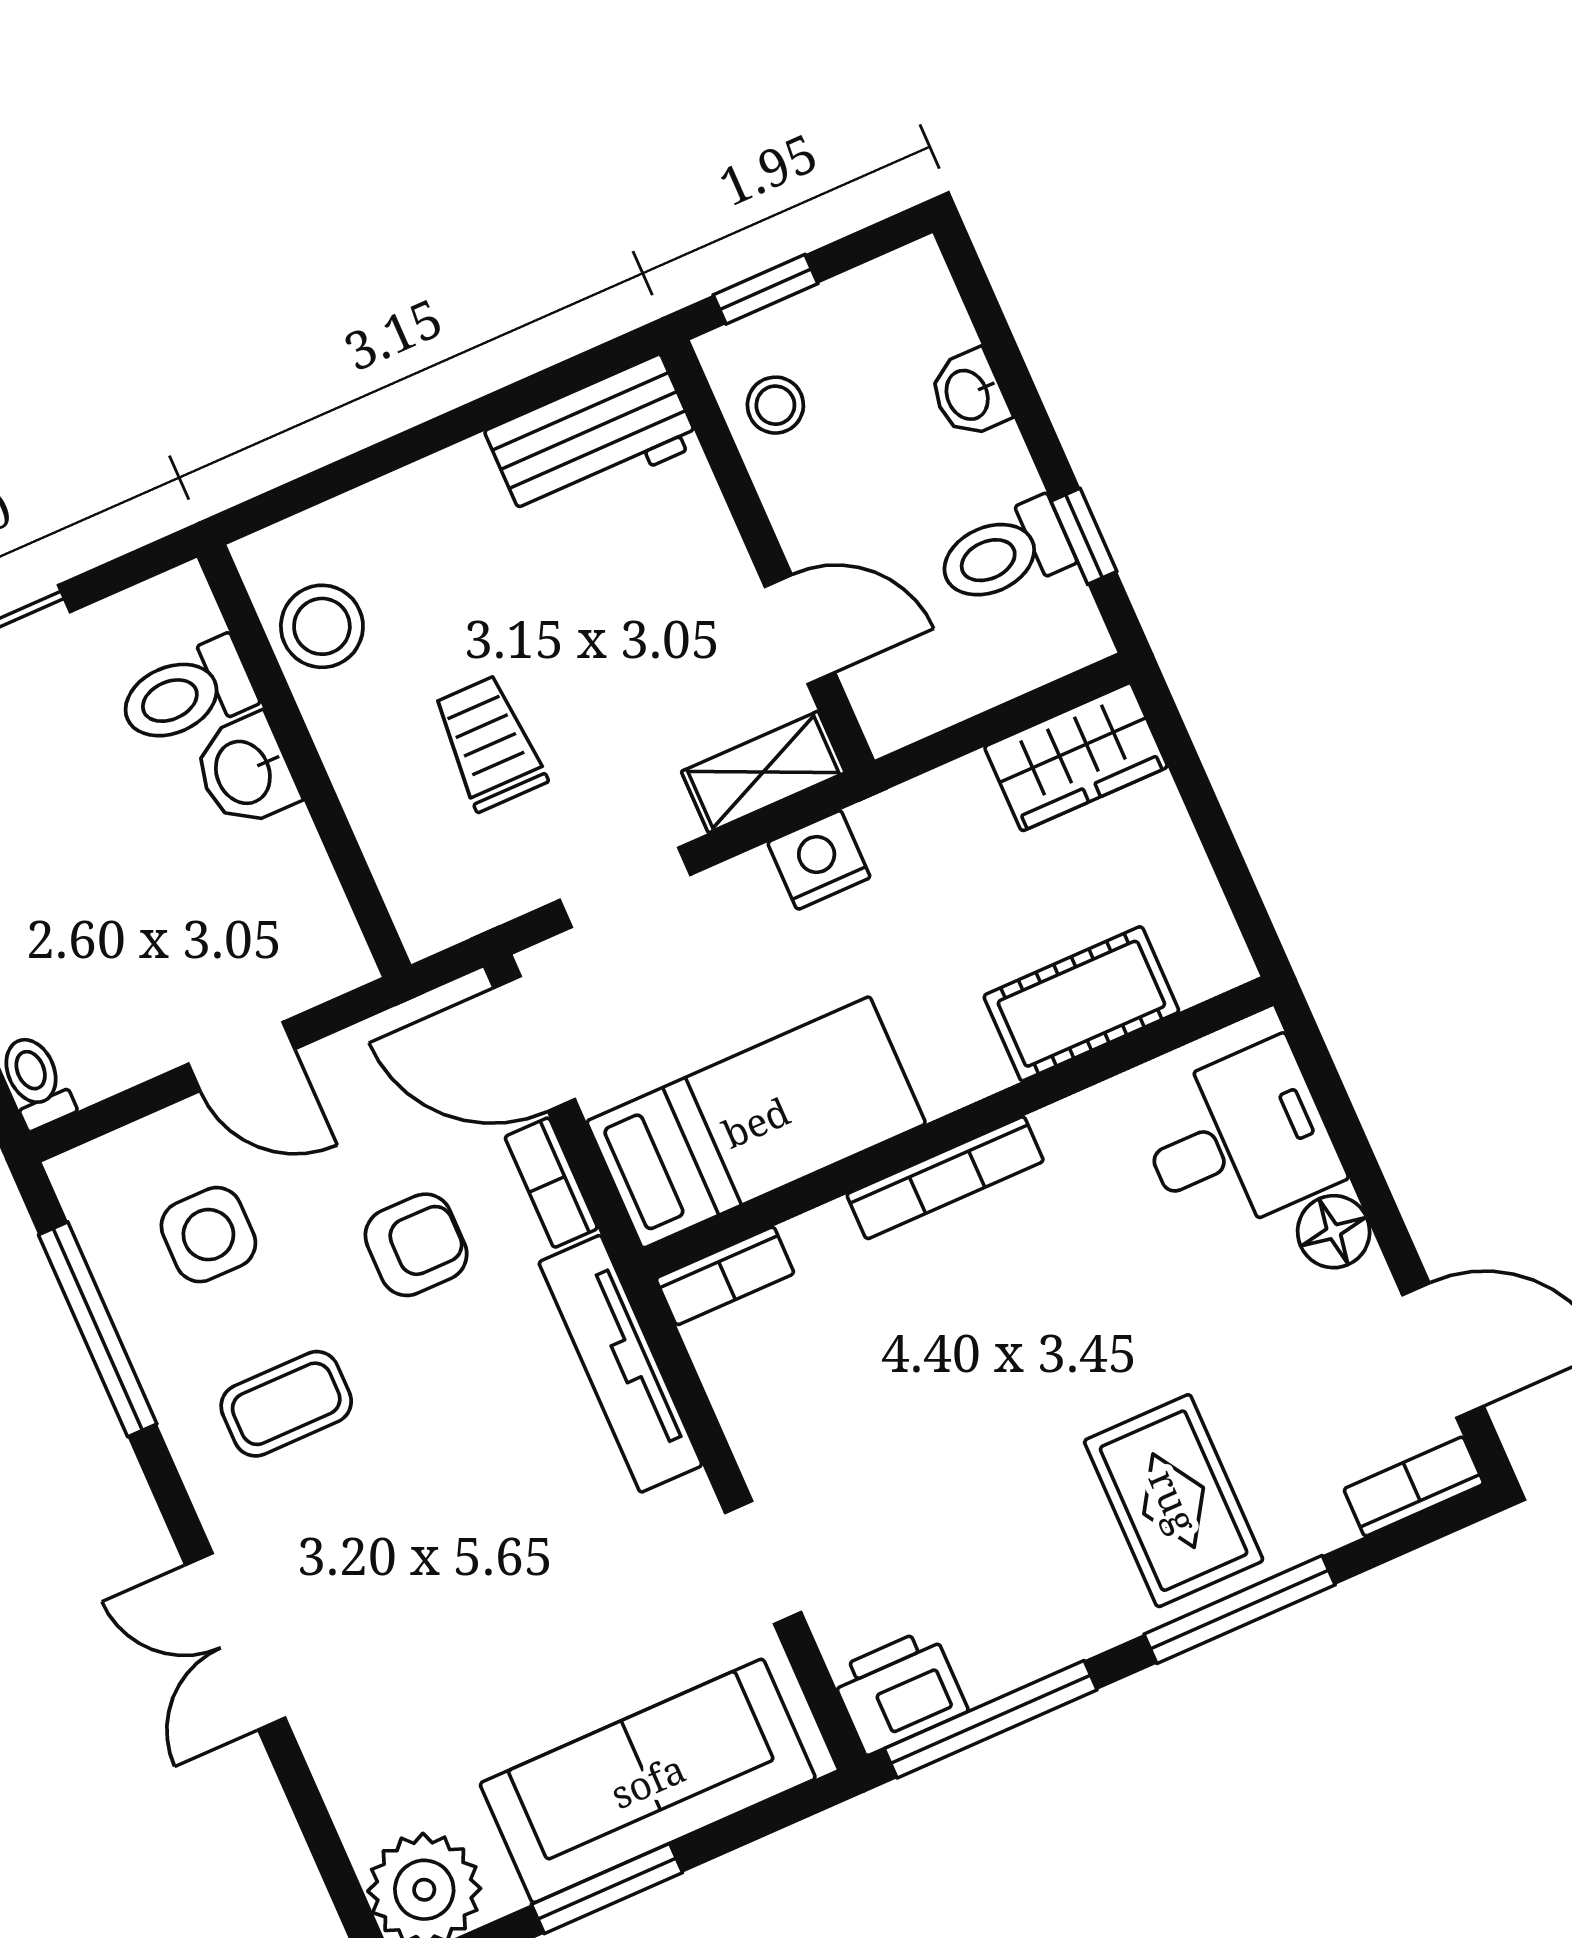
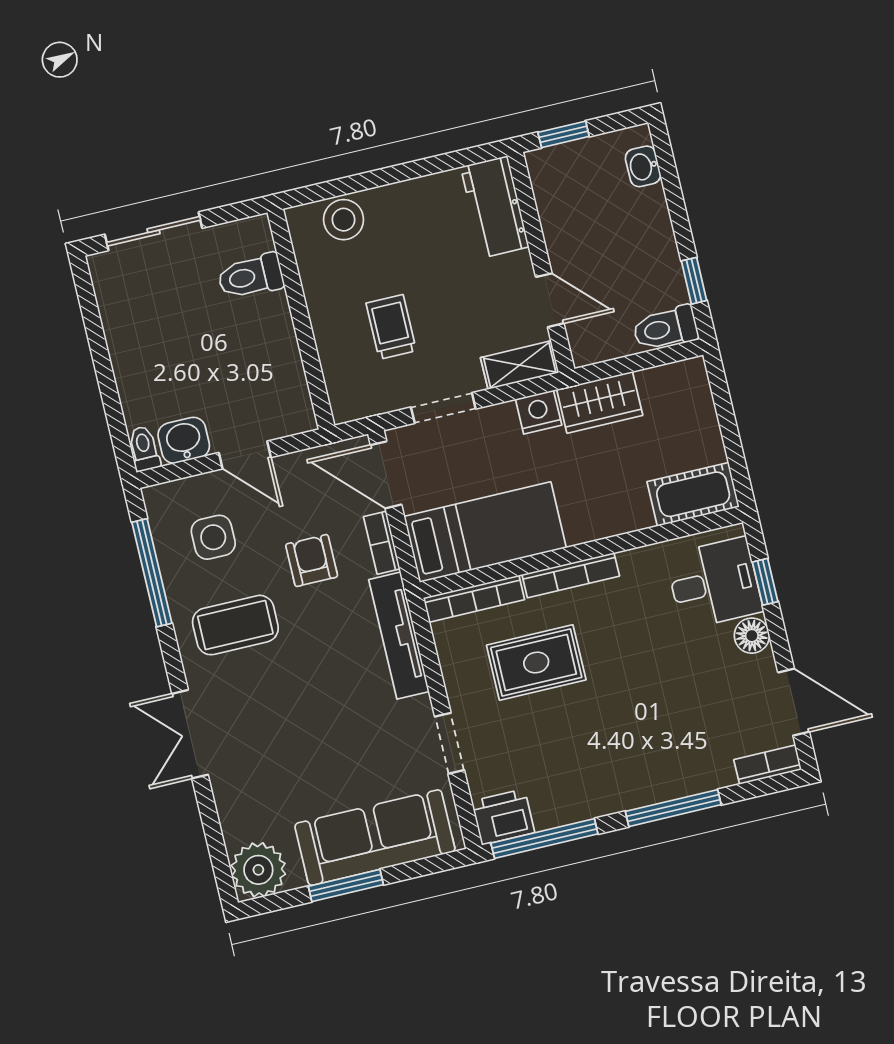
washbasin: (969, 394) -> (643, 166), moved
stool: (775, 405) -> (558, 191), removed
workbench: (592, 438) -> (495, 207), moved, turned 90
toilet: (1004, 553) -> (665, 328), moved
stool: (322, 626) -> (344, 220), moved
wardrobe: (1076, 757) -> (600, 402), moved
washbasin: (245, 771) -> (184, 440), moved, turned 90
cot: (1081, 1004) -> (693, 494), moved
window: (1340, 1118) -> (765, 582), added
armchair: (416, 1245) -> (312, 561), turned -90
bookcase: (725, 1276) -> (474, 599), width x1.56
coffee table: (286, 1404) -> (235, 625), width x1.36, depth x1.30
rug: (1174, 1501) -> (536, 663), moved, turned 90

